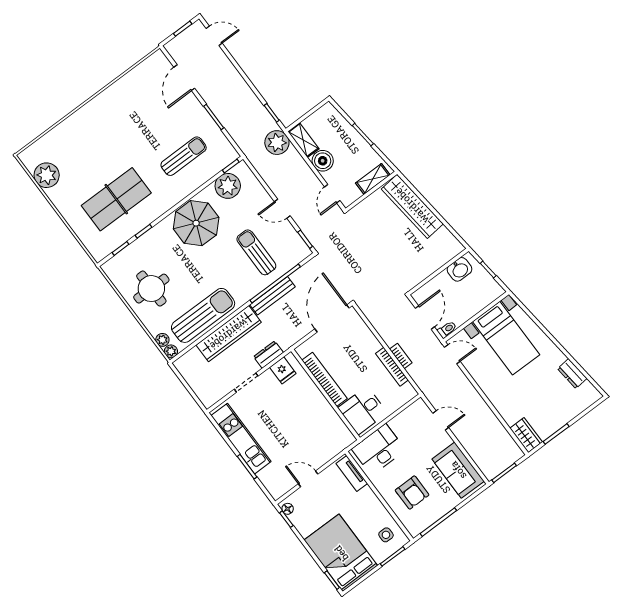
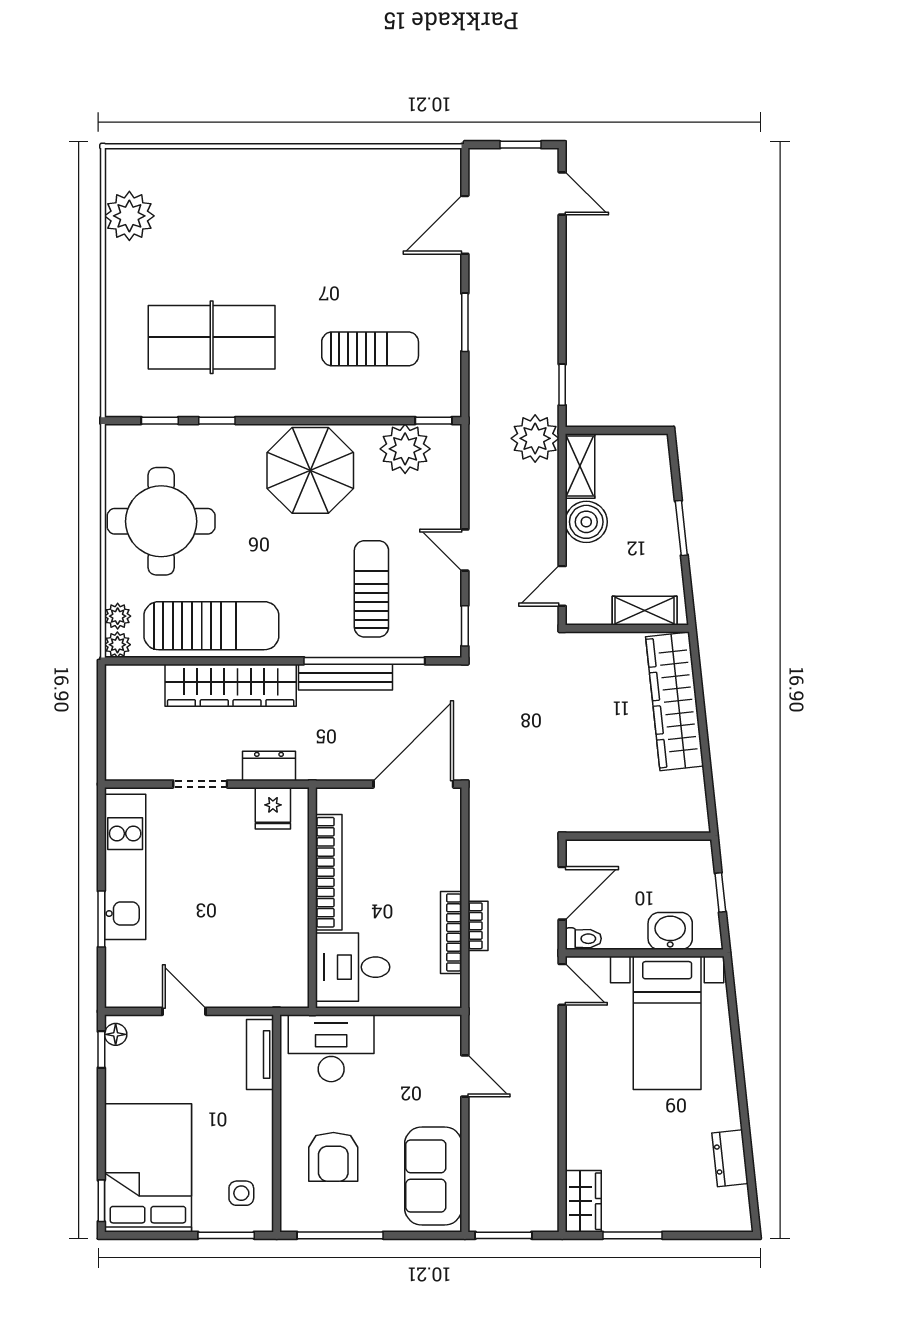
washbasin: (460, 269) -> (670, 931), moved, turned 180
round table: (151, 289) -> (161, 521), width x1.36, depth x1.36

